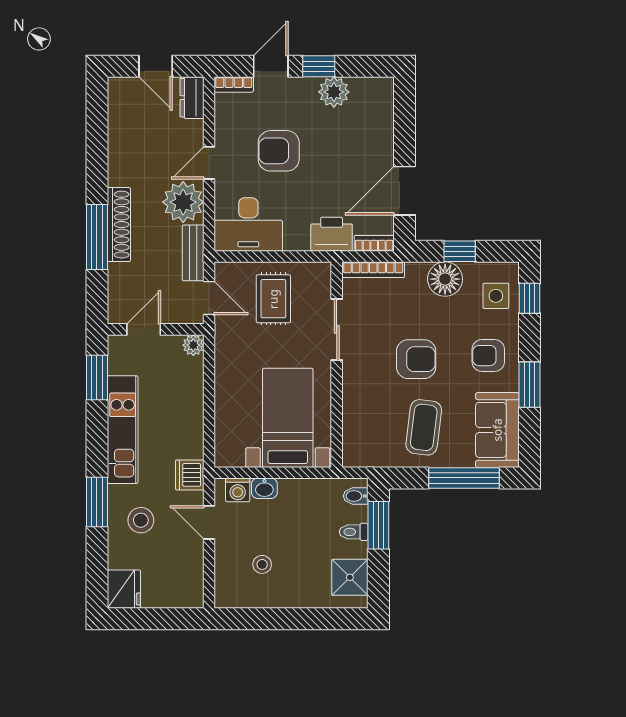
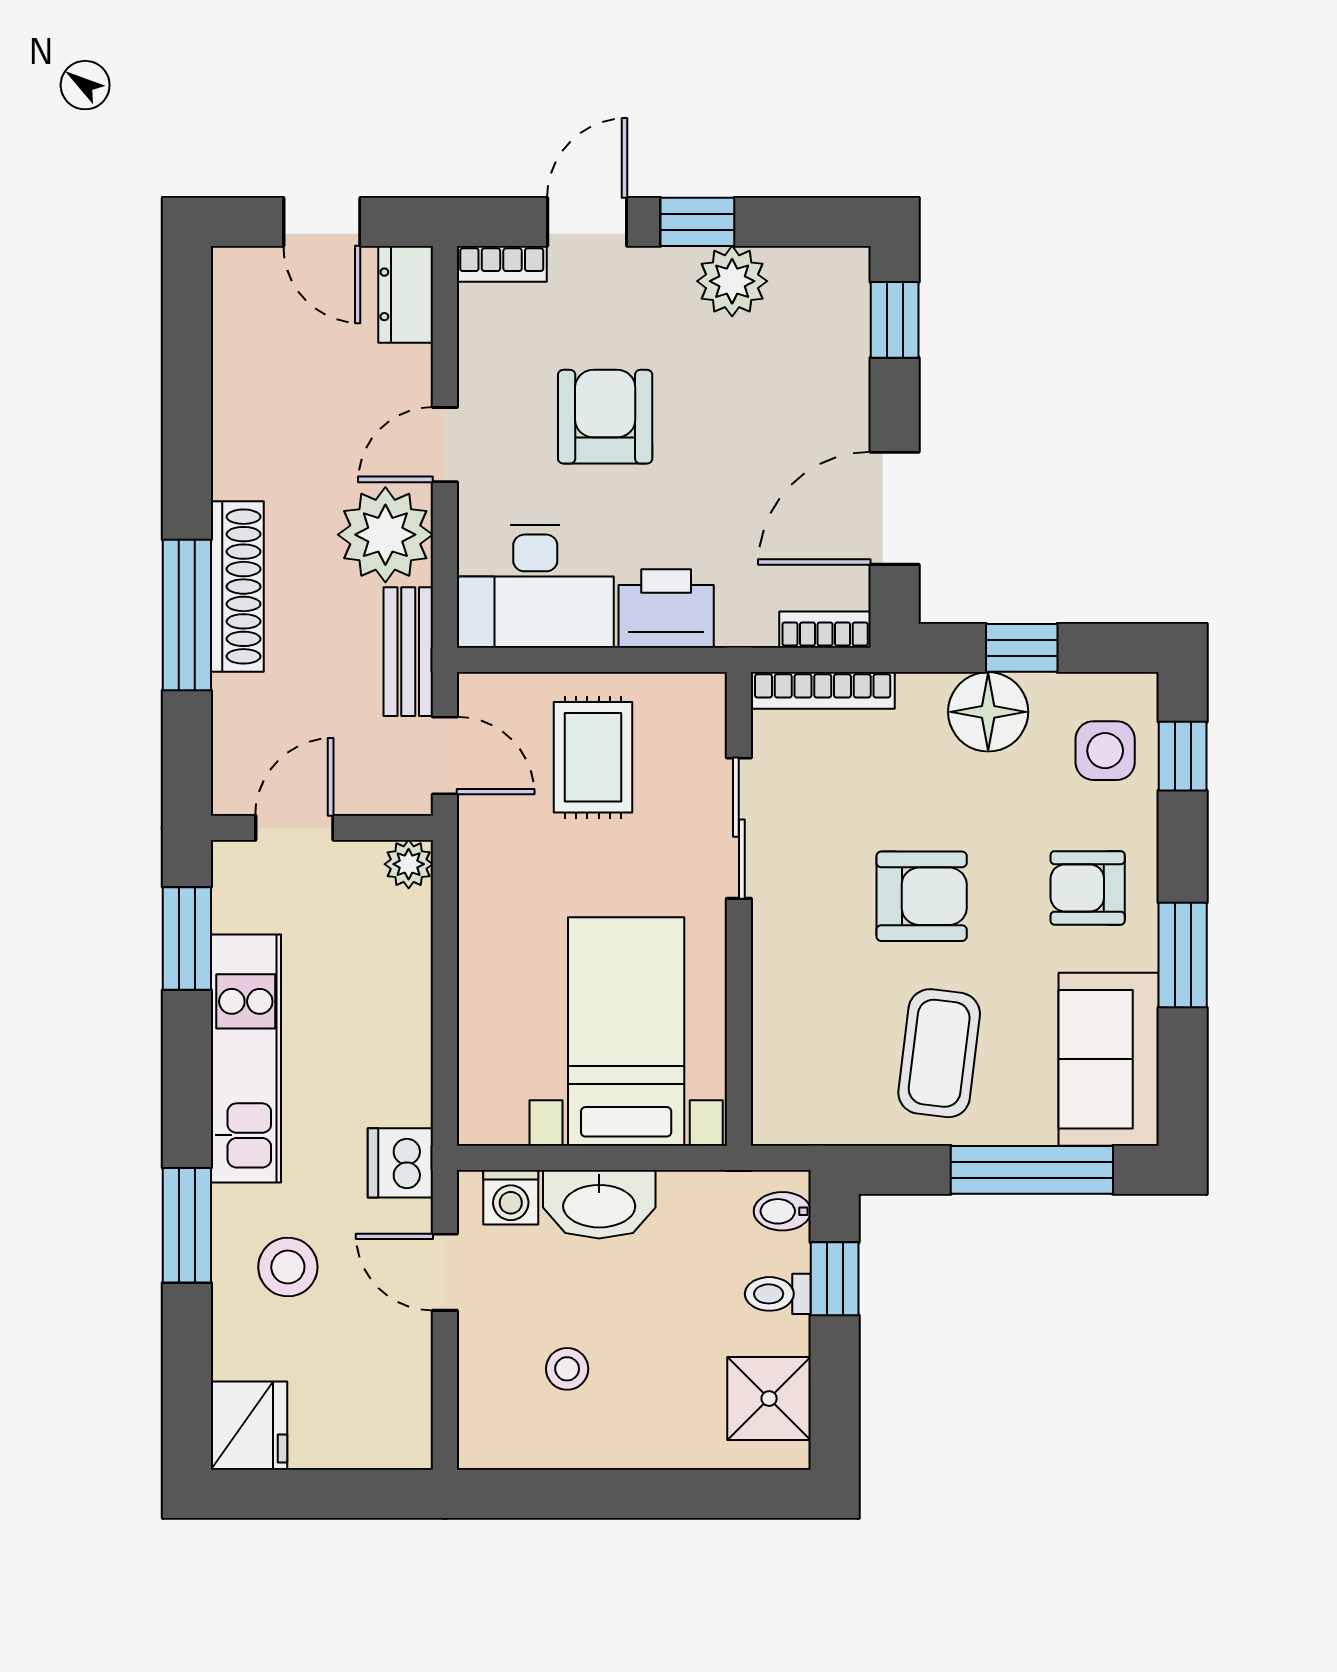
window: (404, 109) -> (895, 320), added
armchair: (279, 151) -> (605, 417), turned 90
printer: (332, 234) -> (666, 609), moved
washbasin: (264, 488) -> (599, 1204), width x1.91, depth x1.45
window: (378, 525) -> (835, 1279), width x0.67

